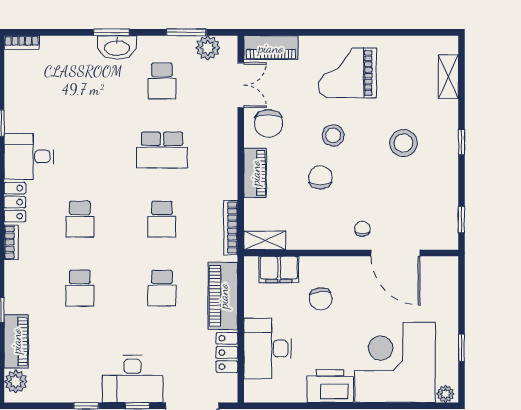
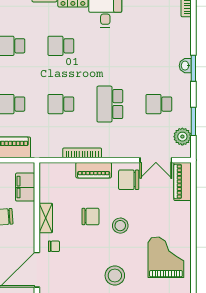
washbasin: (117, 47) -> (185, 66), width x0.52, depth x0.69
grand piano: (347, 73) -> (166, 257), moved
bookcase: (231, 228) -> (82, 153), moved
shelving: (265, 240) -> (46, 218), moved

